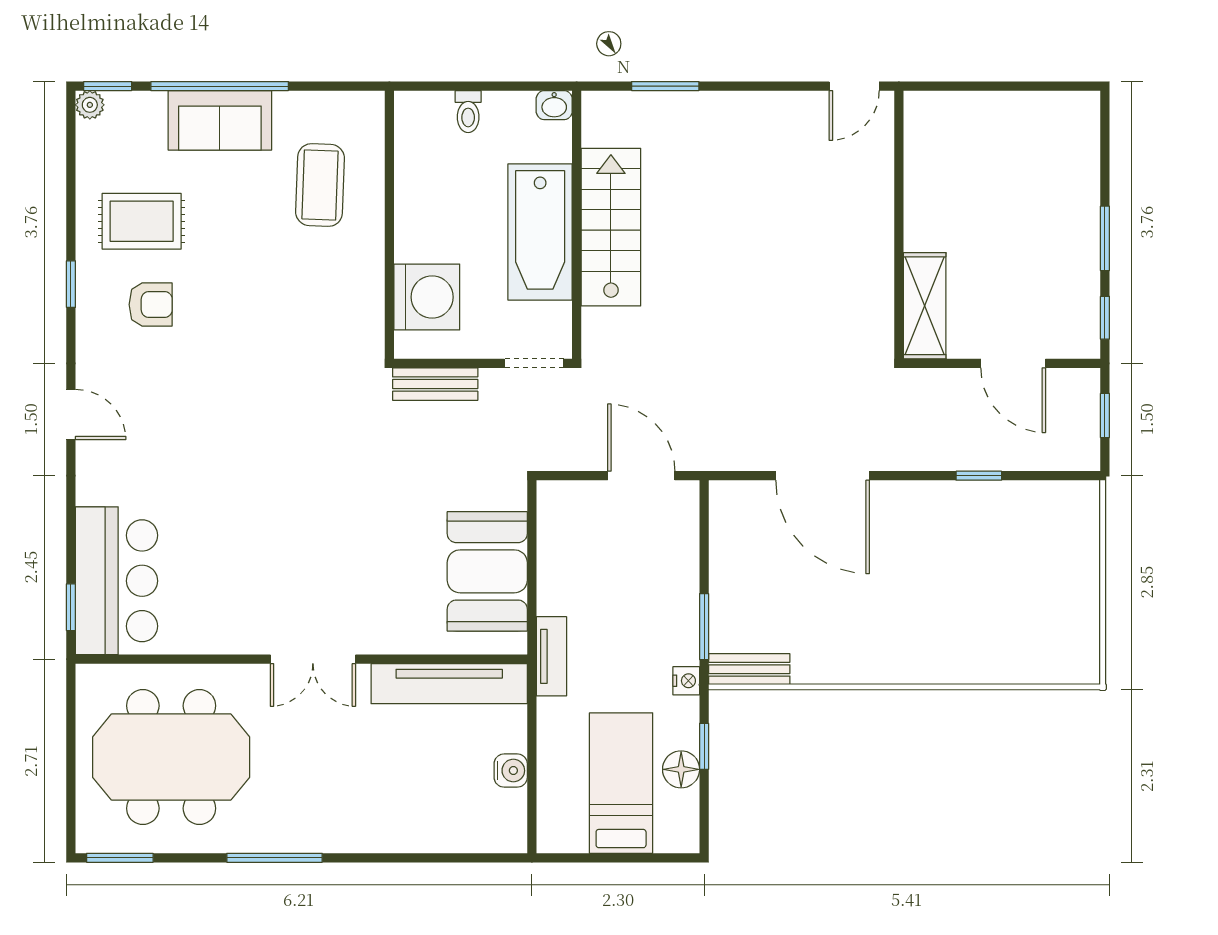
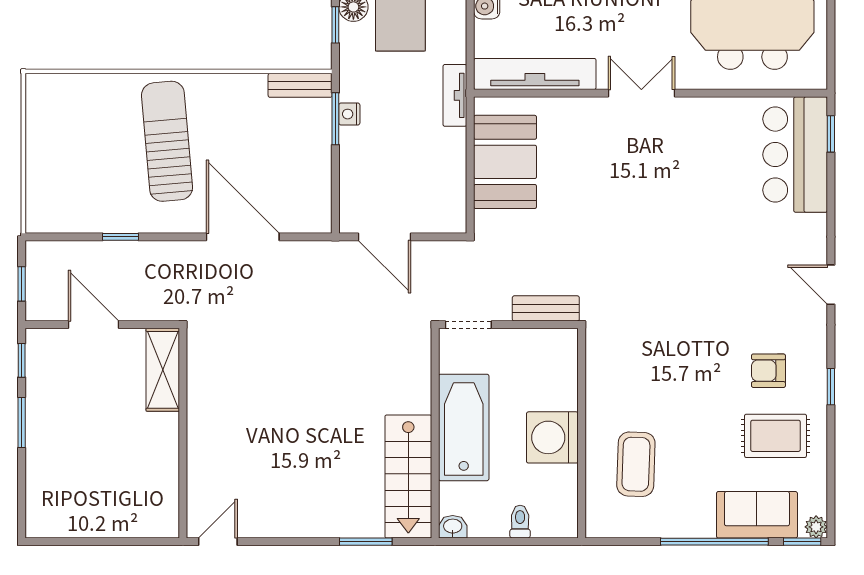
sofa: (220, 120) -> (757, 515), moved
stairs: (611, 227) -> (408, 476), moved
washing machine: (427, 297) -> (552, 437), moved
sun lounger: (919, 598) -> (167, 141), added
nightstand: (686, 681) -> (349, 114), moved

